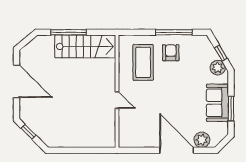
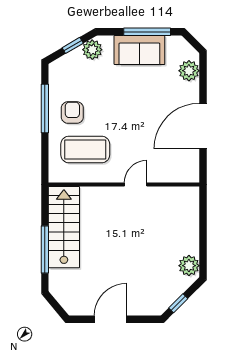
armchair: (171, 53) -> (72, 113), turned 90
door: (17, 81) -> (110, 319), width x0.73
window: (231, 109) -> (147, 32), width x1.44
plant: (57, 140) -> (189, 266), added
door: (177, 150) -> (203, 126), moved

